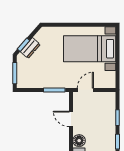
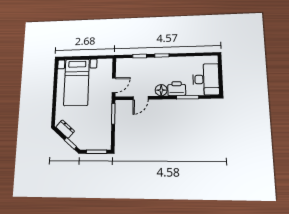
dresser: (30, 48) -> (65, 129), moved
door: (85, 90) -> (114, 85), swing flipped

